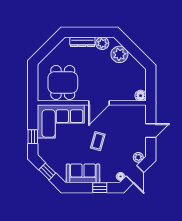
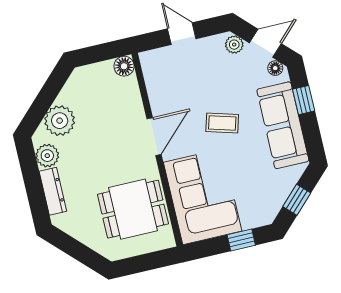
door: (99, 103) -> (154, 137), hinge flipped
sofa: (83, 173) -> (283, 125), width x1.36

